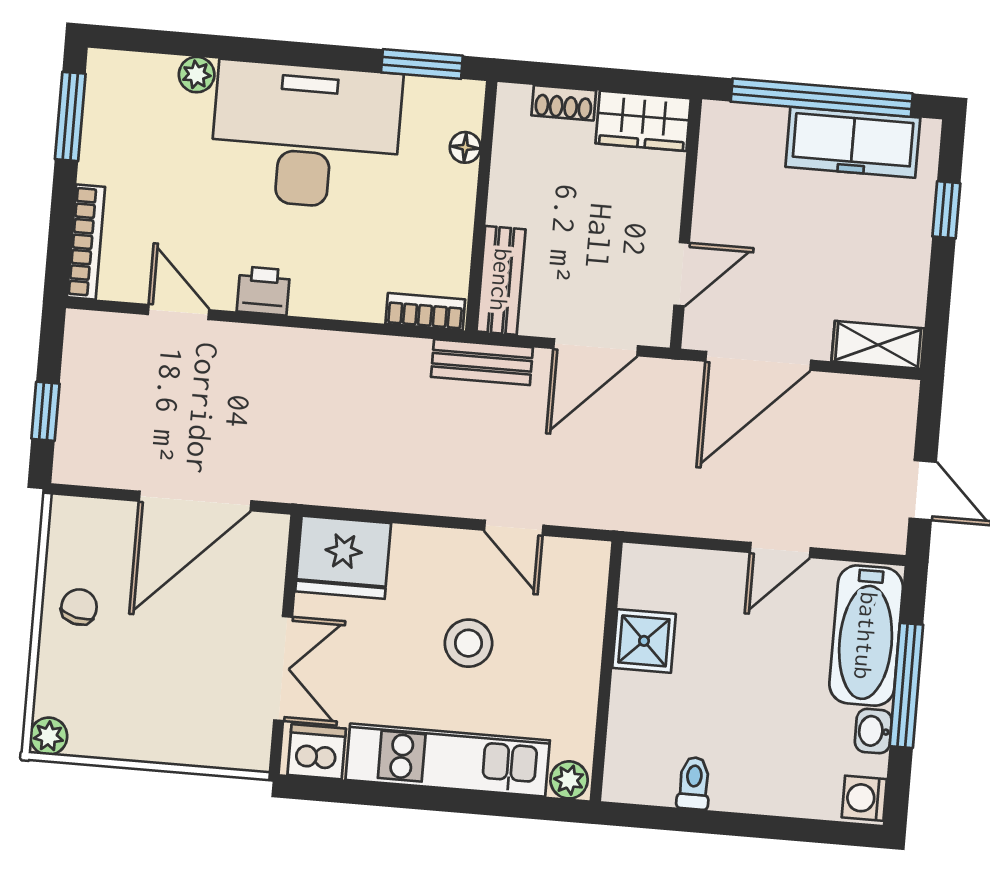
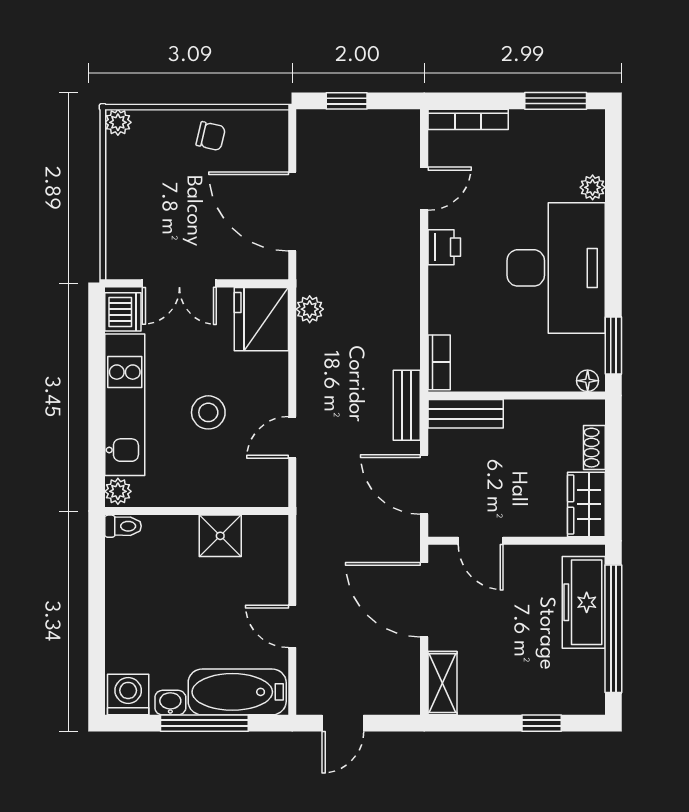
freezer: (853, 142) -> (584, 602), moved
floor lamp: (465, 147) -> (588, 381), moved
plant: (335, 488) -> (310, 309), added
toilet: (694, 783) -> (123, 526), moved
washing machine: (864, 798) -> (128, 695), width x1.38, depth x1.38

